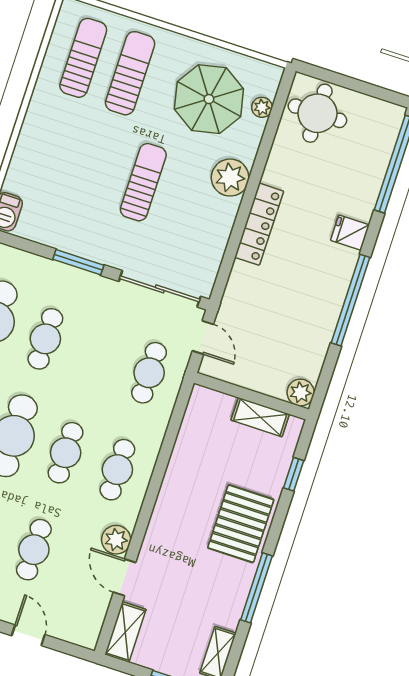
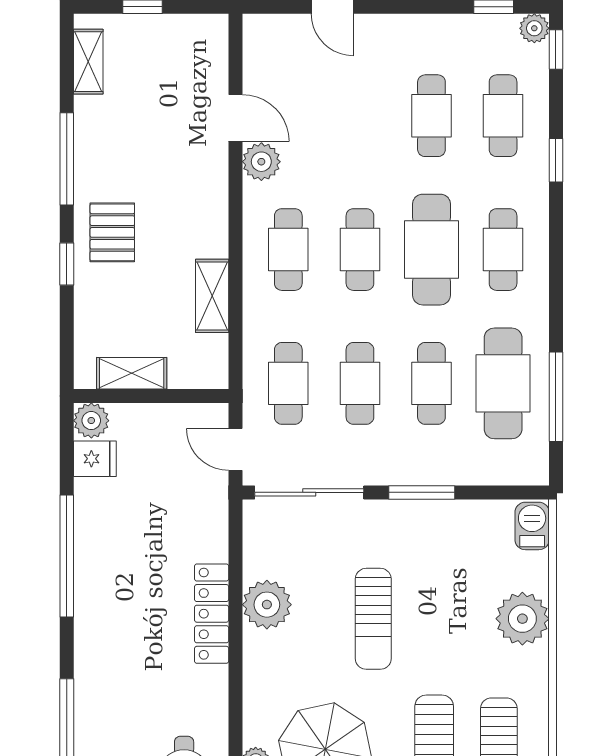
plant: (35, 147) -> (522, 619), added
plant: (230, 178) -> (267, 605), moved
fridge: (350, 233) -> (95, 459), moved
window: (294, 474) -> (67, 264), moved
pallet: (241, 524) -> (112, 232), width x0.67, depth x0.71
cafe table: (34, 550) -> (360, 383), moved
shelving: (125, 632) -> (212, 296), moved

